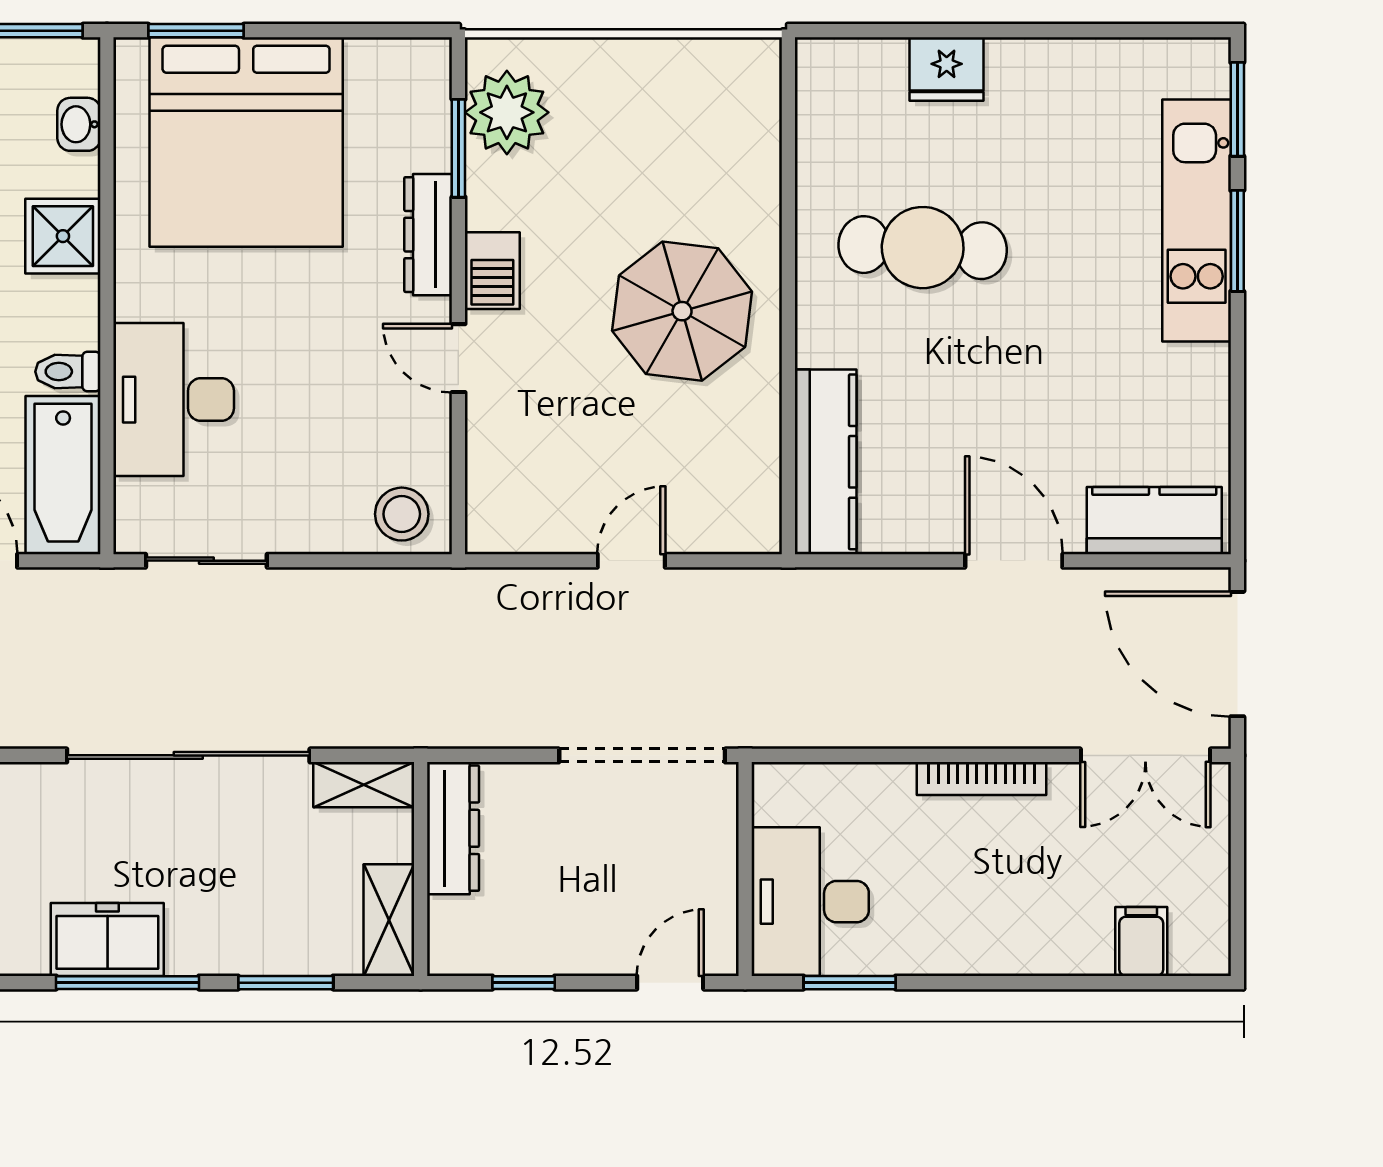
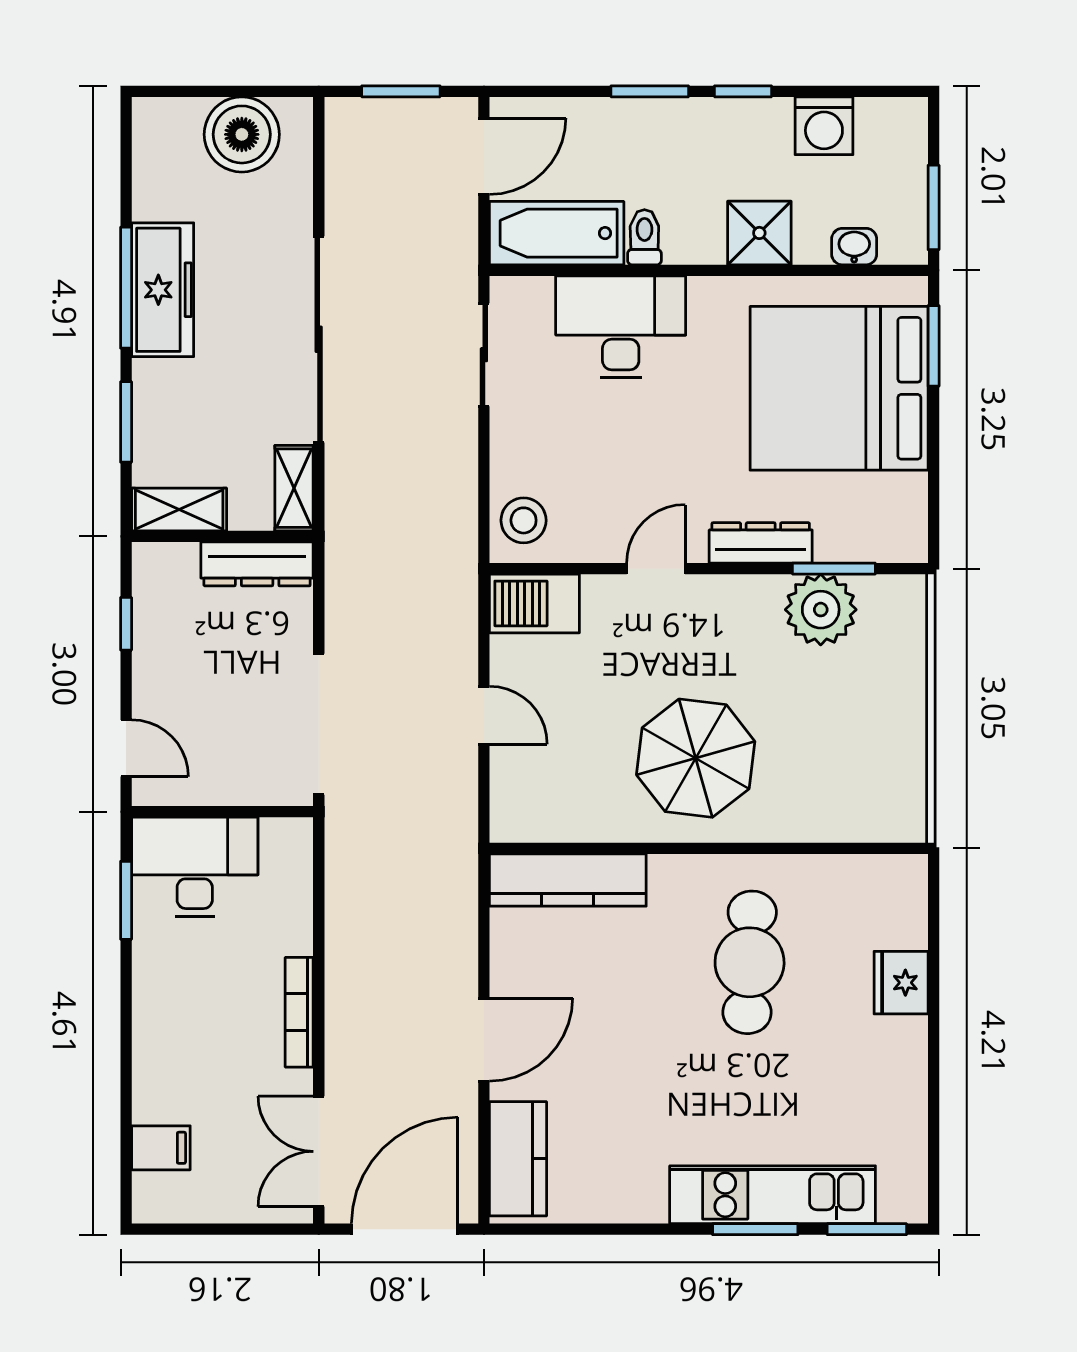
plant: (507, 112) -> (821, 610), moved
barbecue: (492, 271) -> (534, 603), moved, width x1.38, depth x1.27
freezer: (107, 939) -> (163, 290), width x1.40

